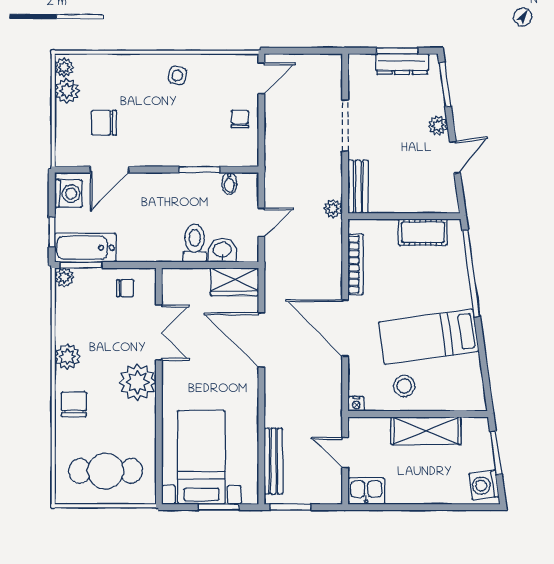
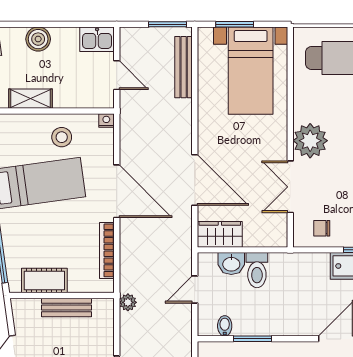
bench: (358, 187) -> (66, 308), moved, turned 90
shelving: (426, 431) -> (30, 99), width x0.67, depth x0.75
boiler: (429, 491) -> (38, 39), added

